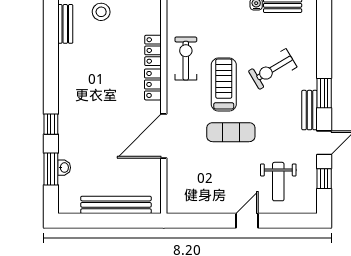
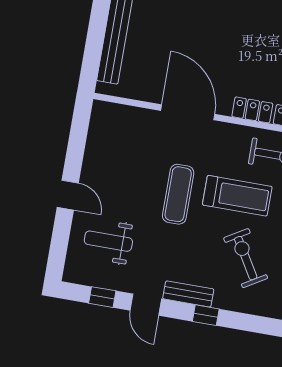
window: (324, 93) -> (206, 315), width x0.67

